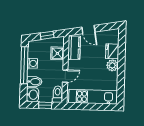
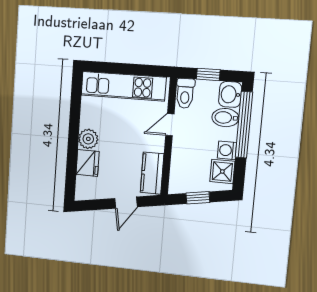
door: (88, 30) -> (126, 203), swing flipped
shower: (57, 53) -> (222, 171), moved
window: (24, 65) -> (244, 125), moved

